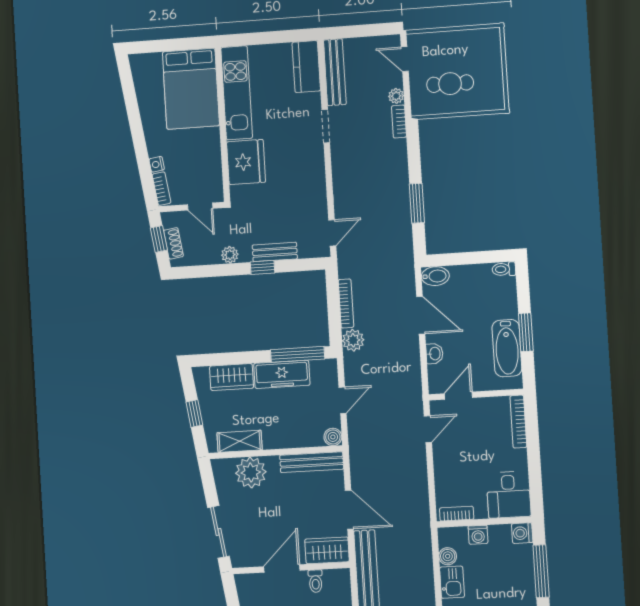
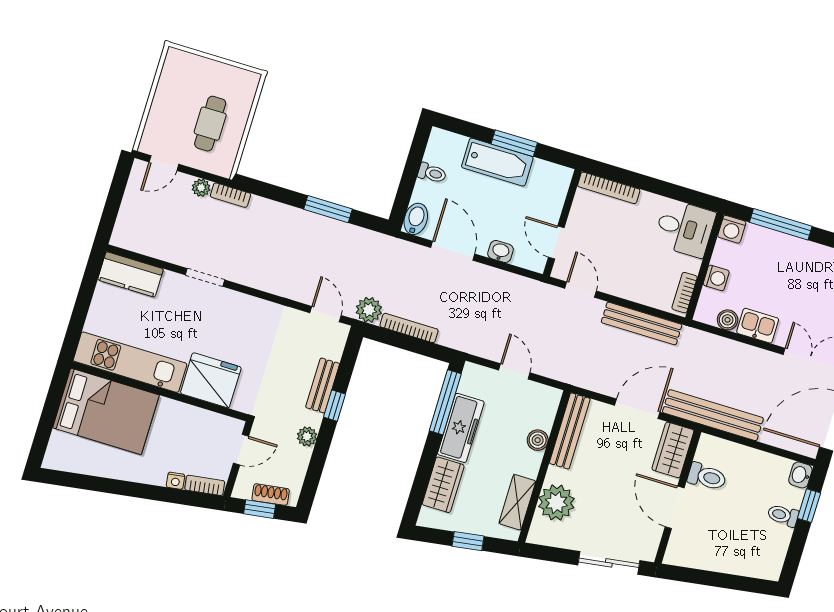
bench: (335, 72) -> (642, 323), moved
toilet: (504, 269) -> (432, 173), moved, turned -90
door: (421, 315) -> (453, 251), hinge flipped
plant: (353, 340) -> (369, 310), moved
bathtub: (507, 348) -> (497, 162), moved
boiler: (333, 437) -> (538, 440), moved
toilet: (316, 581) -> (707, 477), width x1.37, depth x1.39

